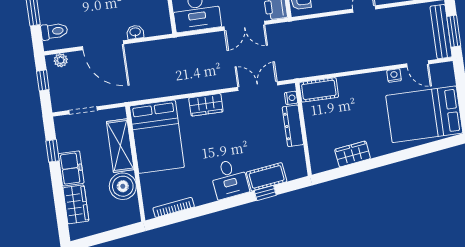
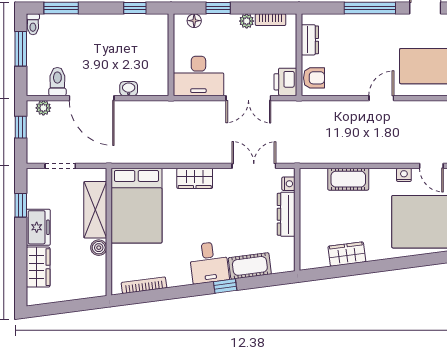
toilet: (54, 31) -> (57, 82), moved, turned -90
cot: (319, 90) -> (348, 179), moved
boiler: (123, 186) -> (99, 248), width x0.54, depth x0.54
window: (265, 193) -> (225, 286), moved

